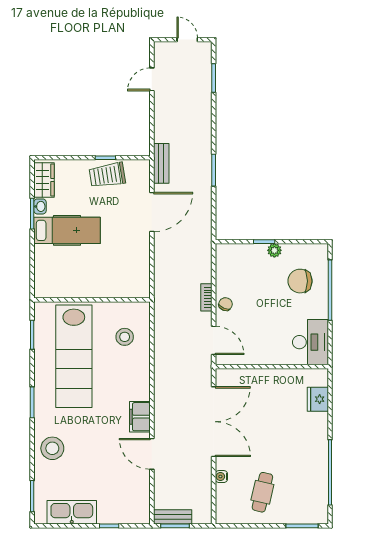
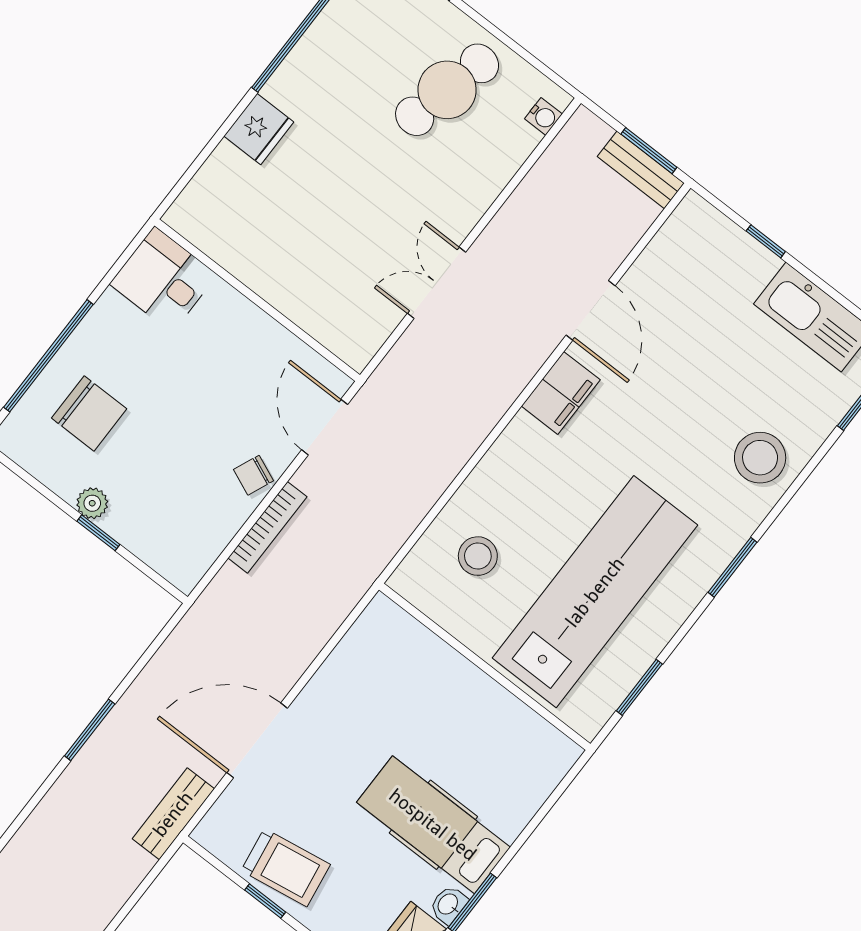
bookcase: (206, 297) -> (267, 527), width x1.56
desk: (310, 342) -> (163, 279), width x0.73
fridge: (318, 399) -> (259, 129), moved
double door: (214, 422) -> (437, 283), width x0.54
water cooler: (221, 477) -> (543, 116), moved
cafe table: (262, 492) -> (447, 90), width x1.37, depth x1.35

